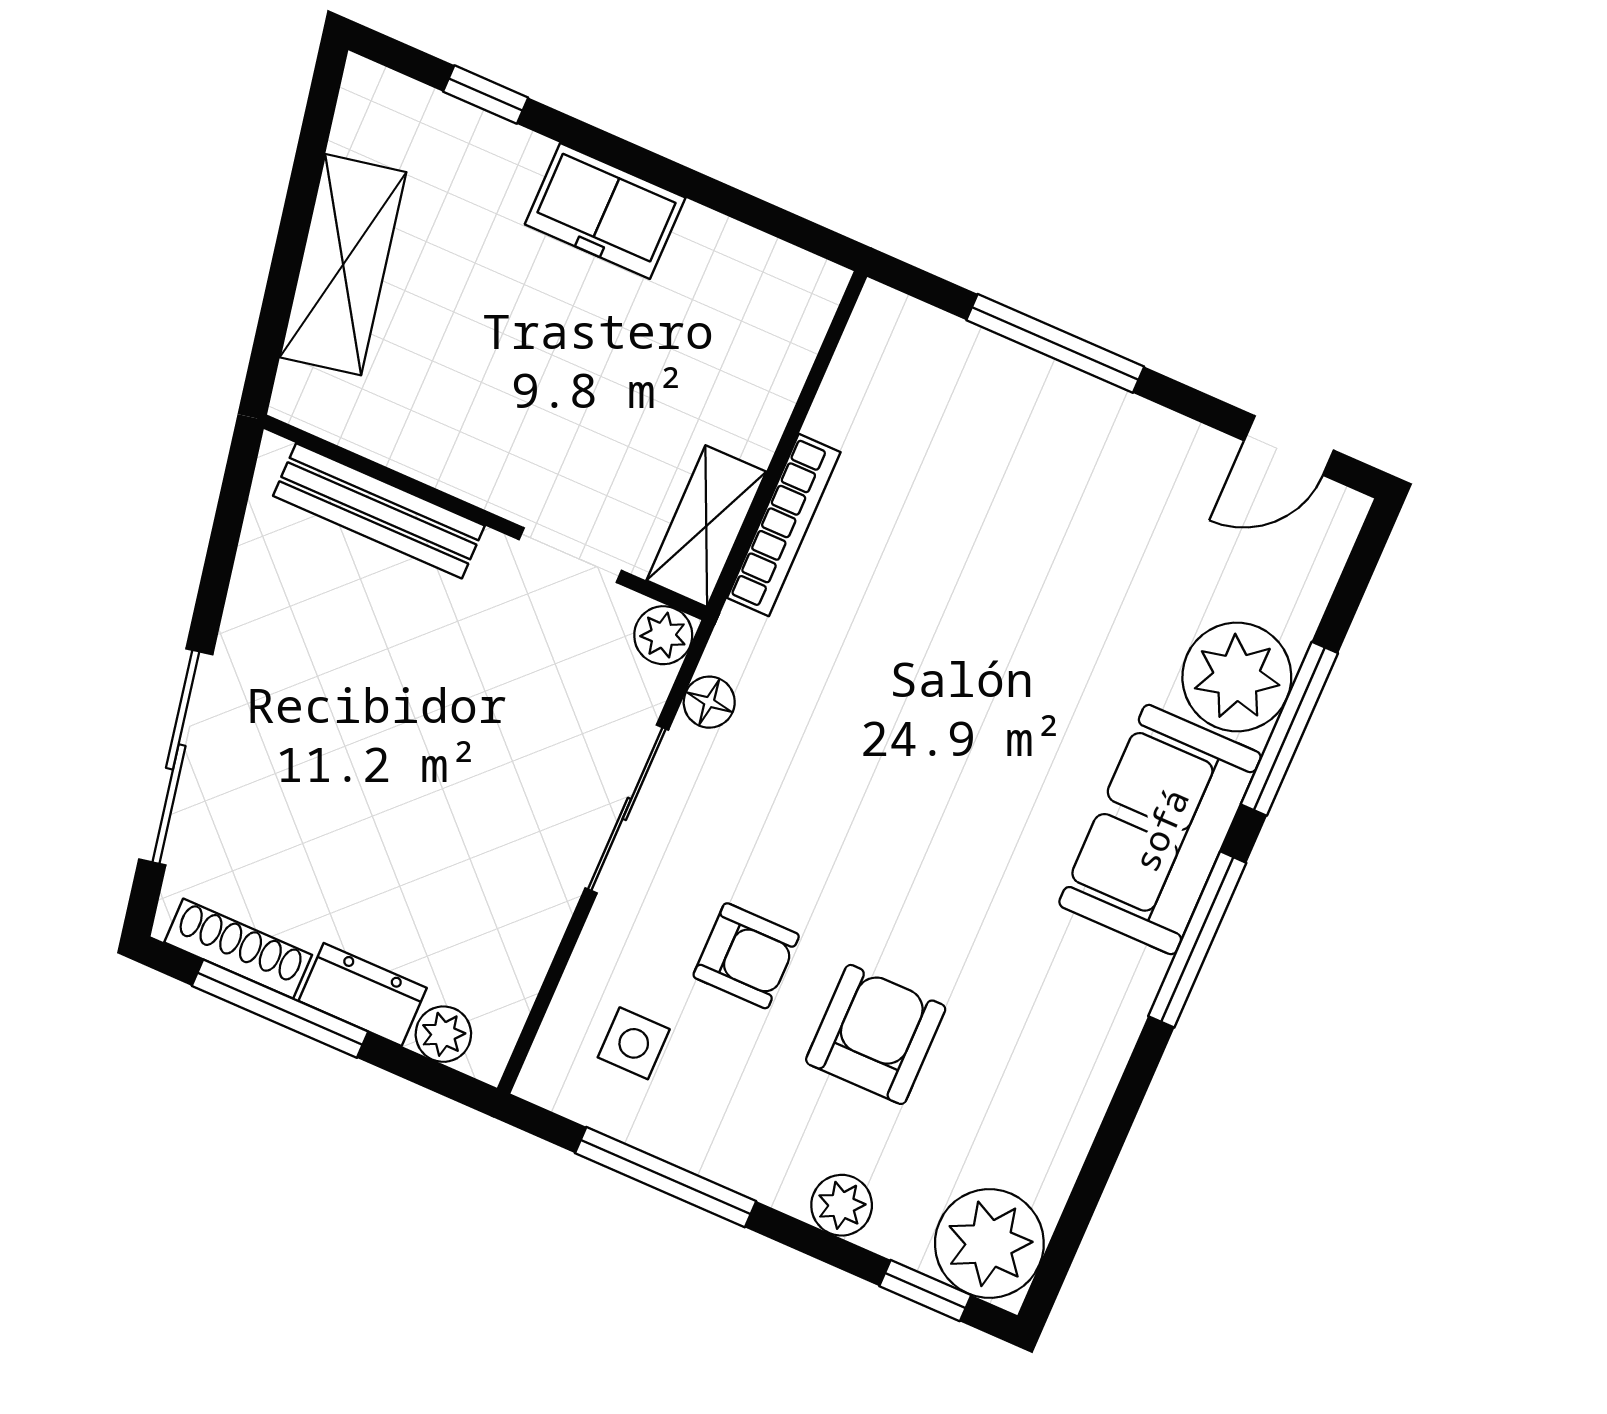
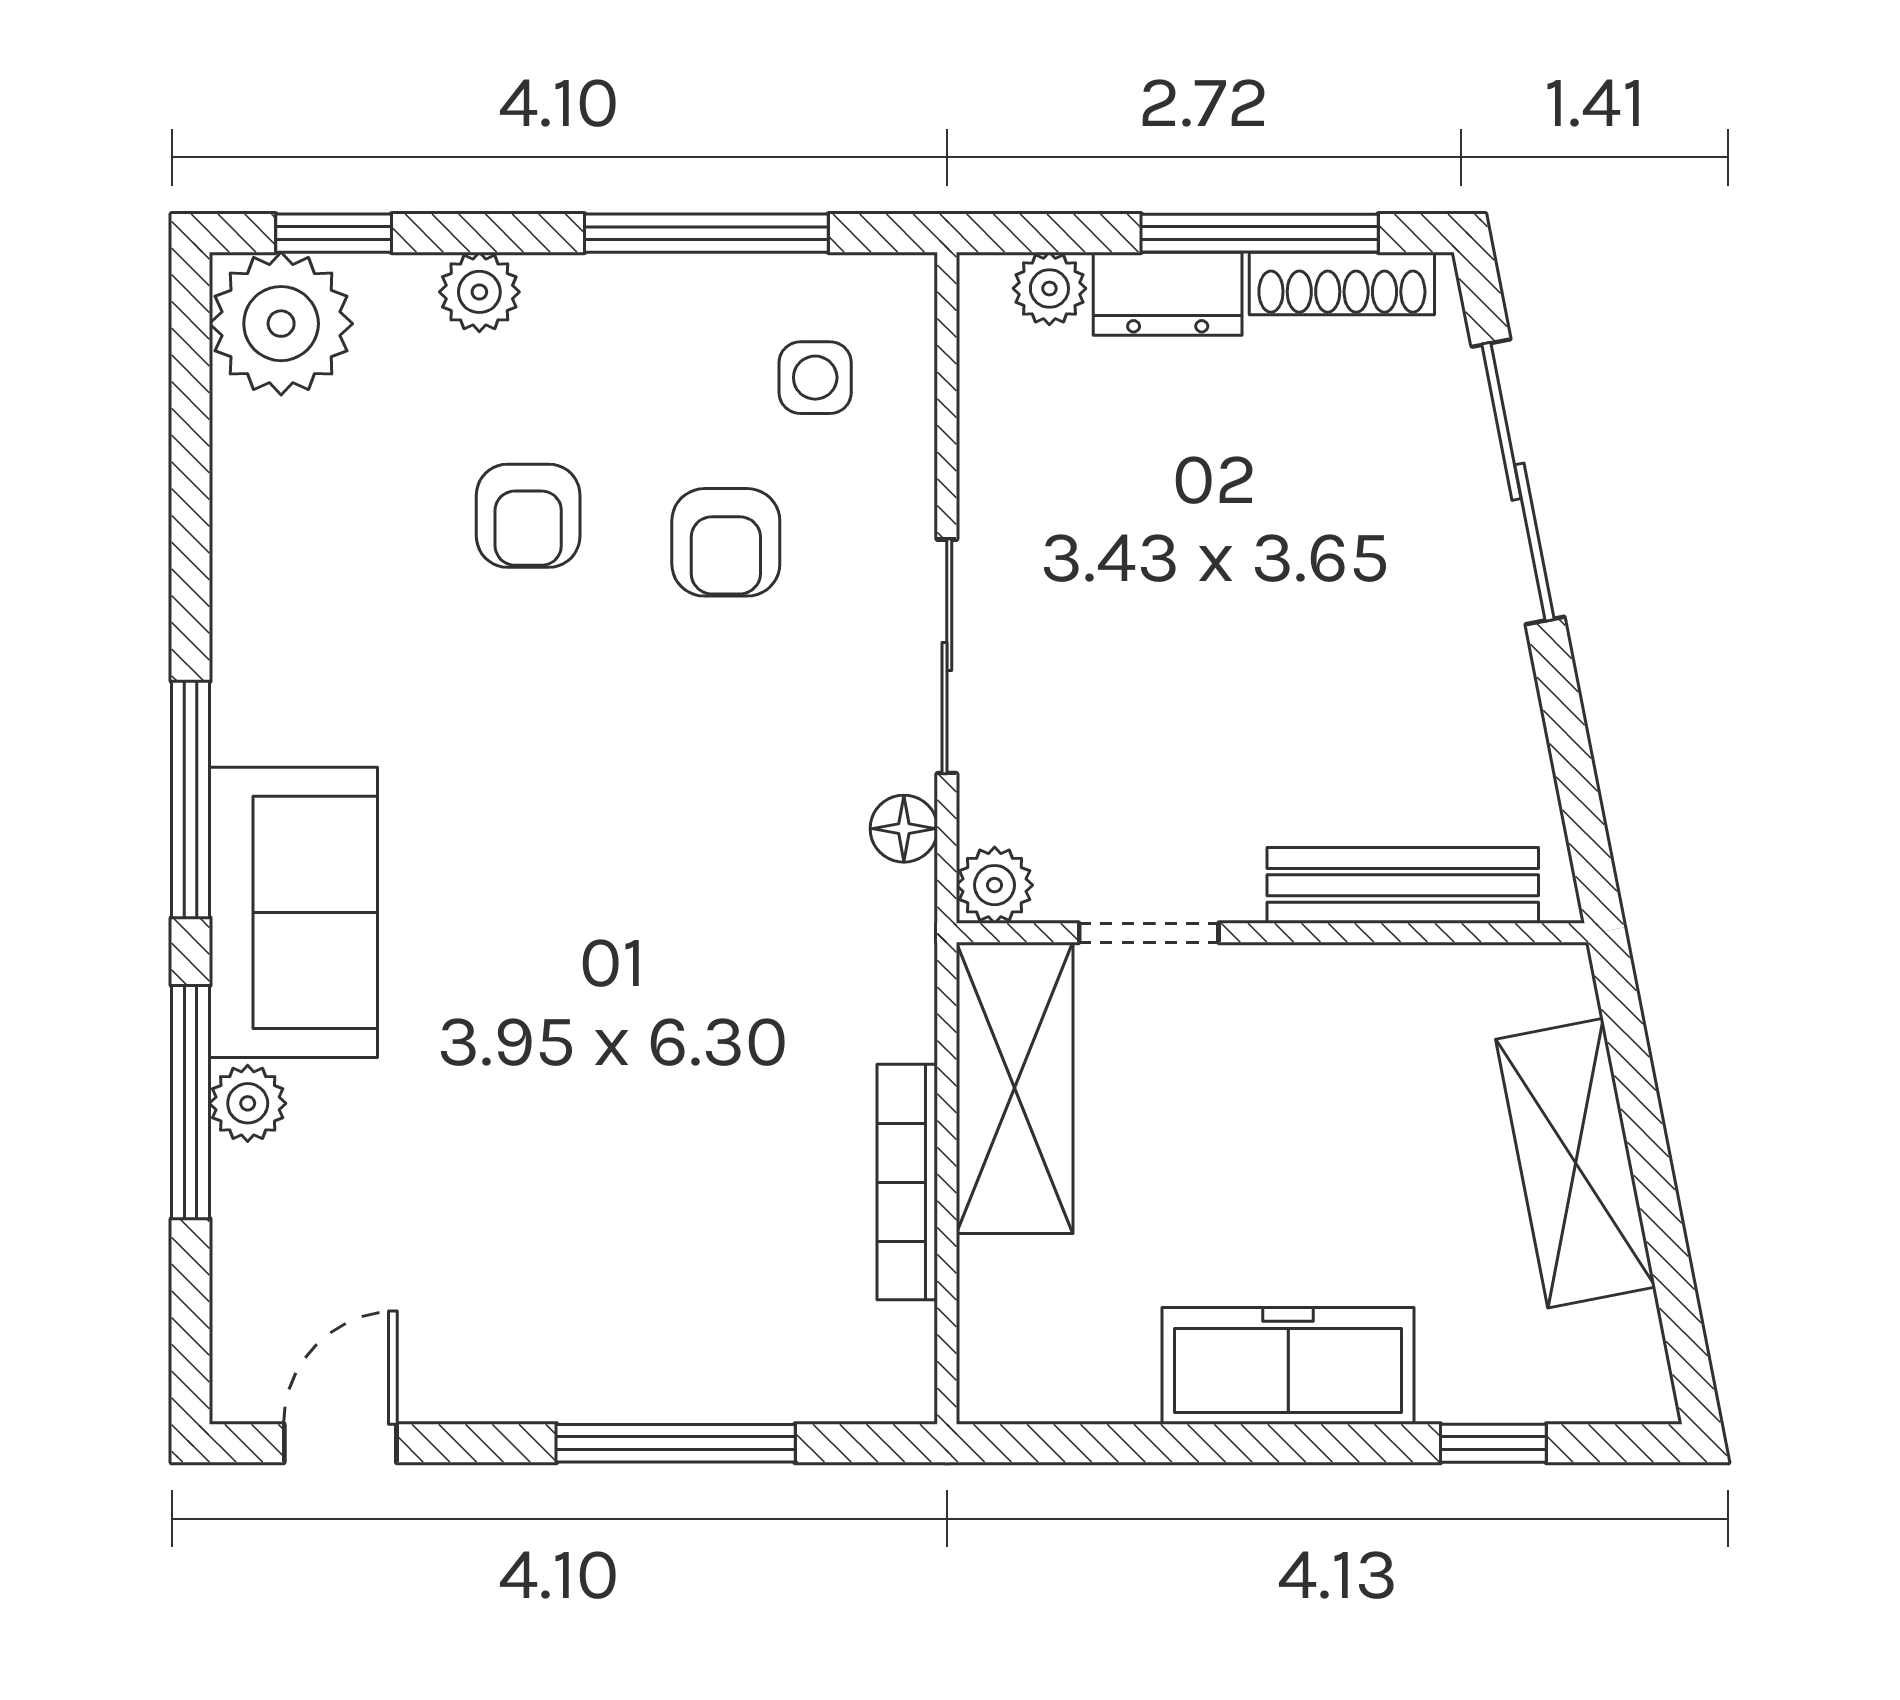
freezer: (605, 211) -> (1288, 1366), width x1.40
bookcase: (784, 525) -> (907, 1182), moved
shelving: (706, 526) -> (1015, 1088), width x1.50, depth x1.33
plant: (1237, 677) -> (248, 1103), width x0.53, depth x0.53
armchair: (746, 956) -> (726, 542), turned -90
armchair: (876, 1034) -> (528, 516), width x0.72, depth x0.72

